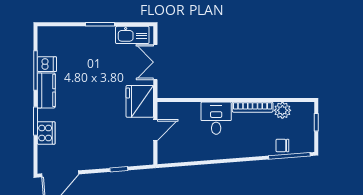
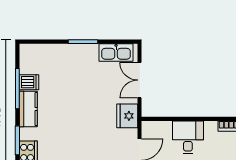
fridge: (140, 101) -> (127, 116), width x0.73, depth x0.75
desk: (216, 118) -> (188, 137), moved

